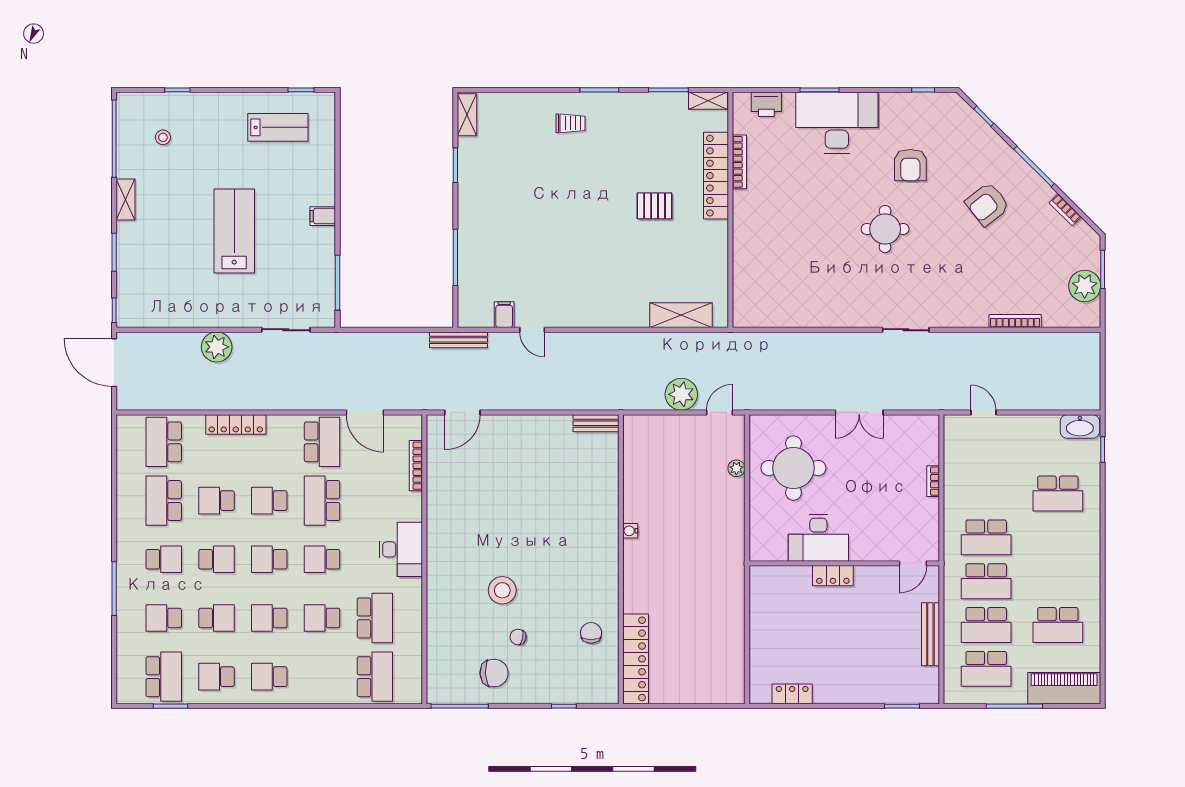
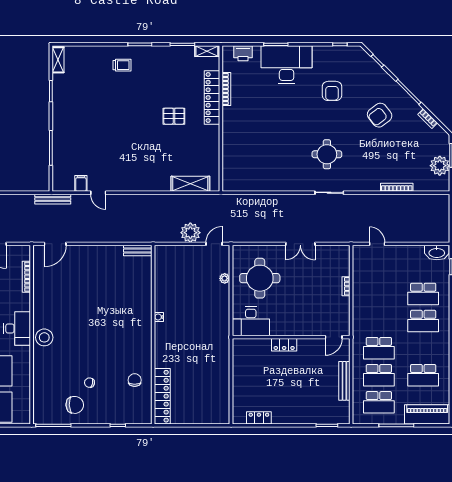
round table: (885, 229) -> (327, 154), moved
school desk: (986, 537) -> (423, 321), moved
desk: (818, 538) -> (251, 321), moved
stool: (502, 590) -> (44, 337), moved

